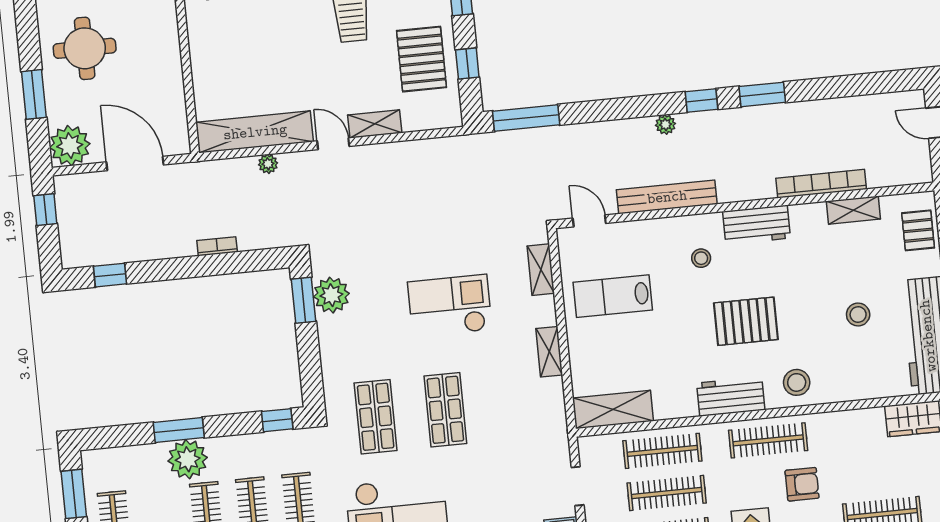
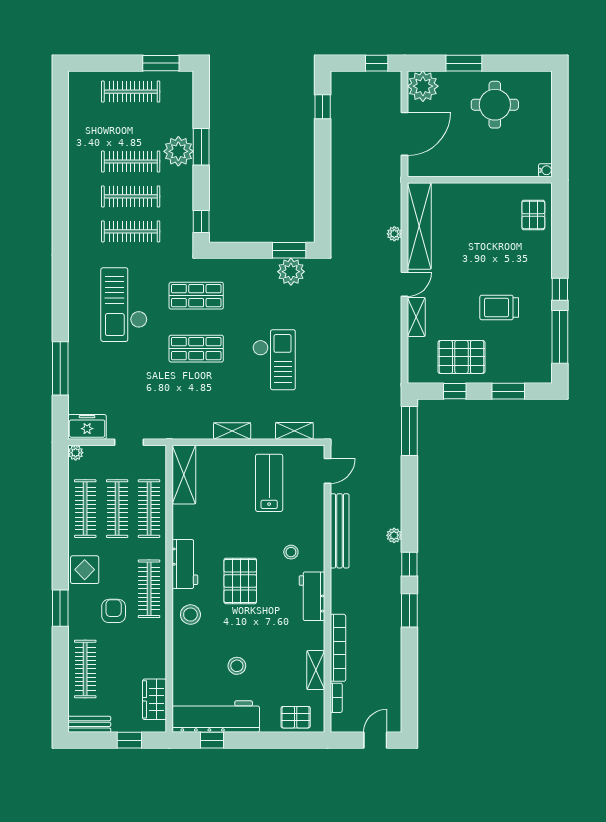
bookcase: (217, 246) -> (336, 698), moved
armchair: (802, 484) -> (114, 611), turned 180

